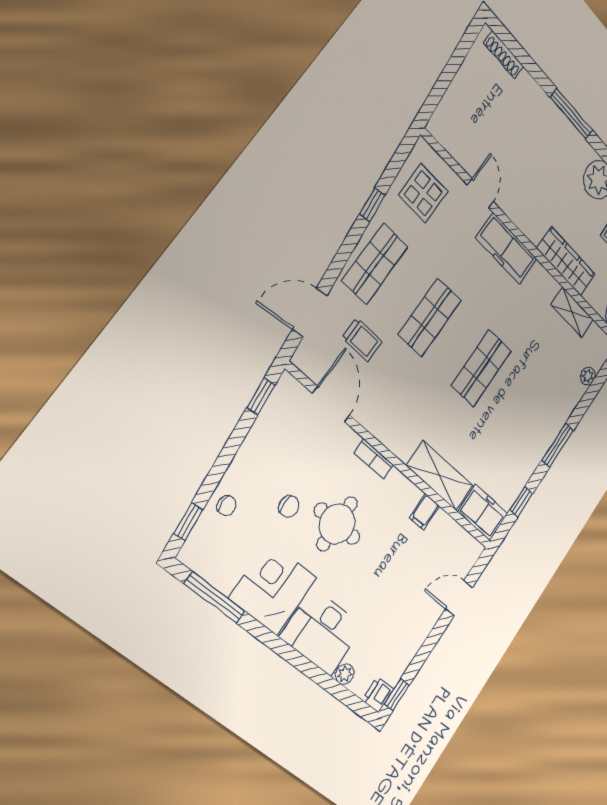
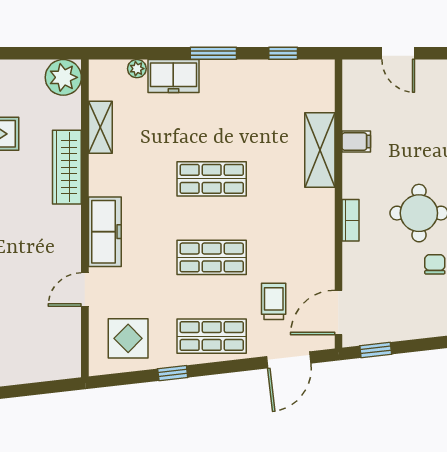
door: (310, 312) -> (289, 360), hinge flipped
door: (331, 404) -> (338, 312), moved
freezer: (483, 512) -> (173, 76), moved, turned -90

